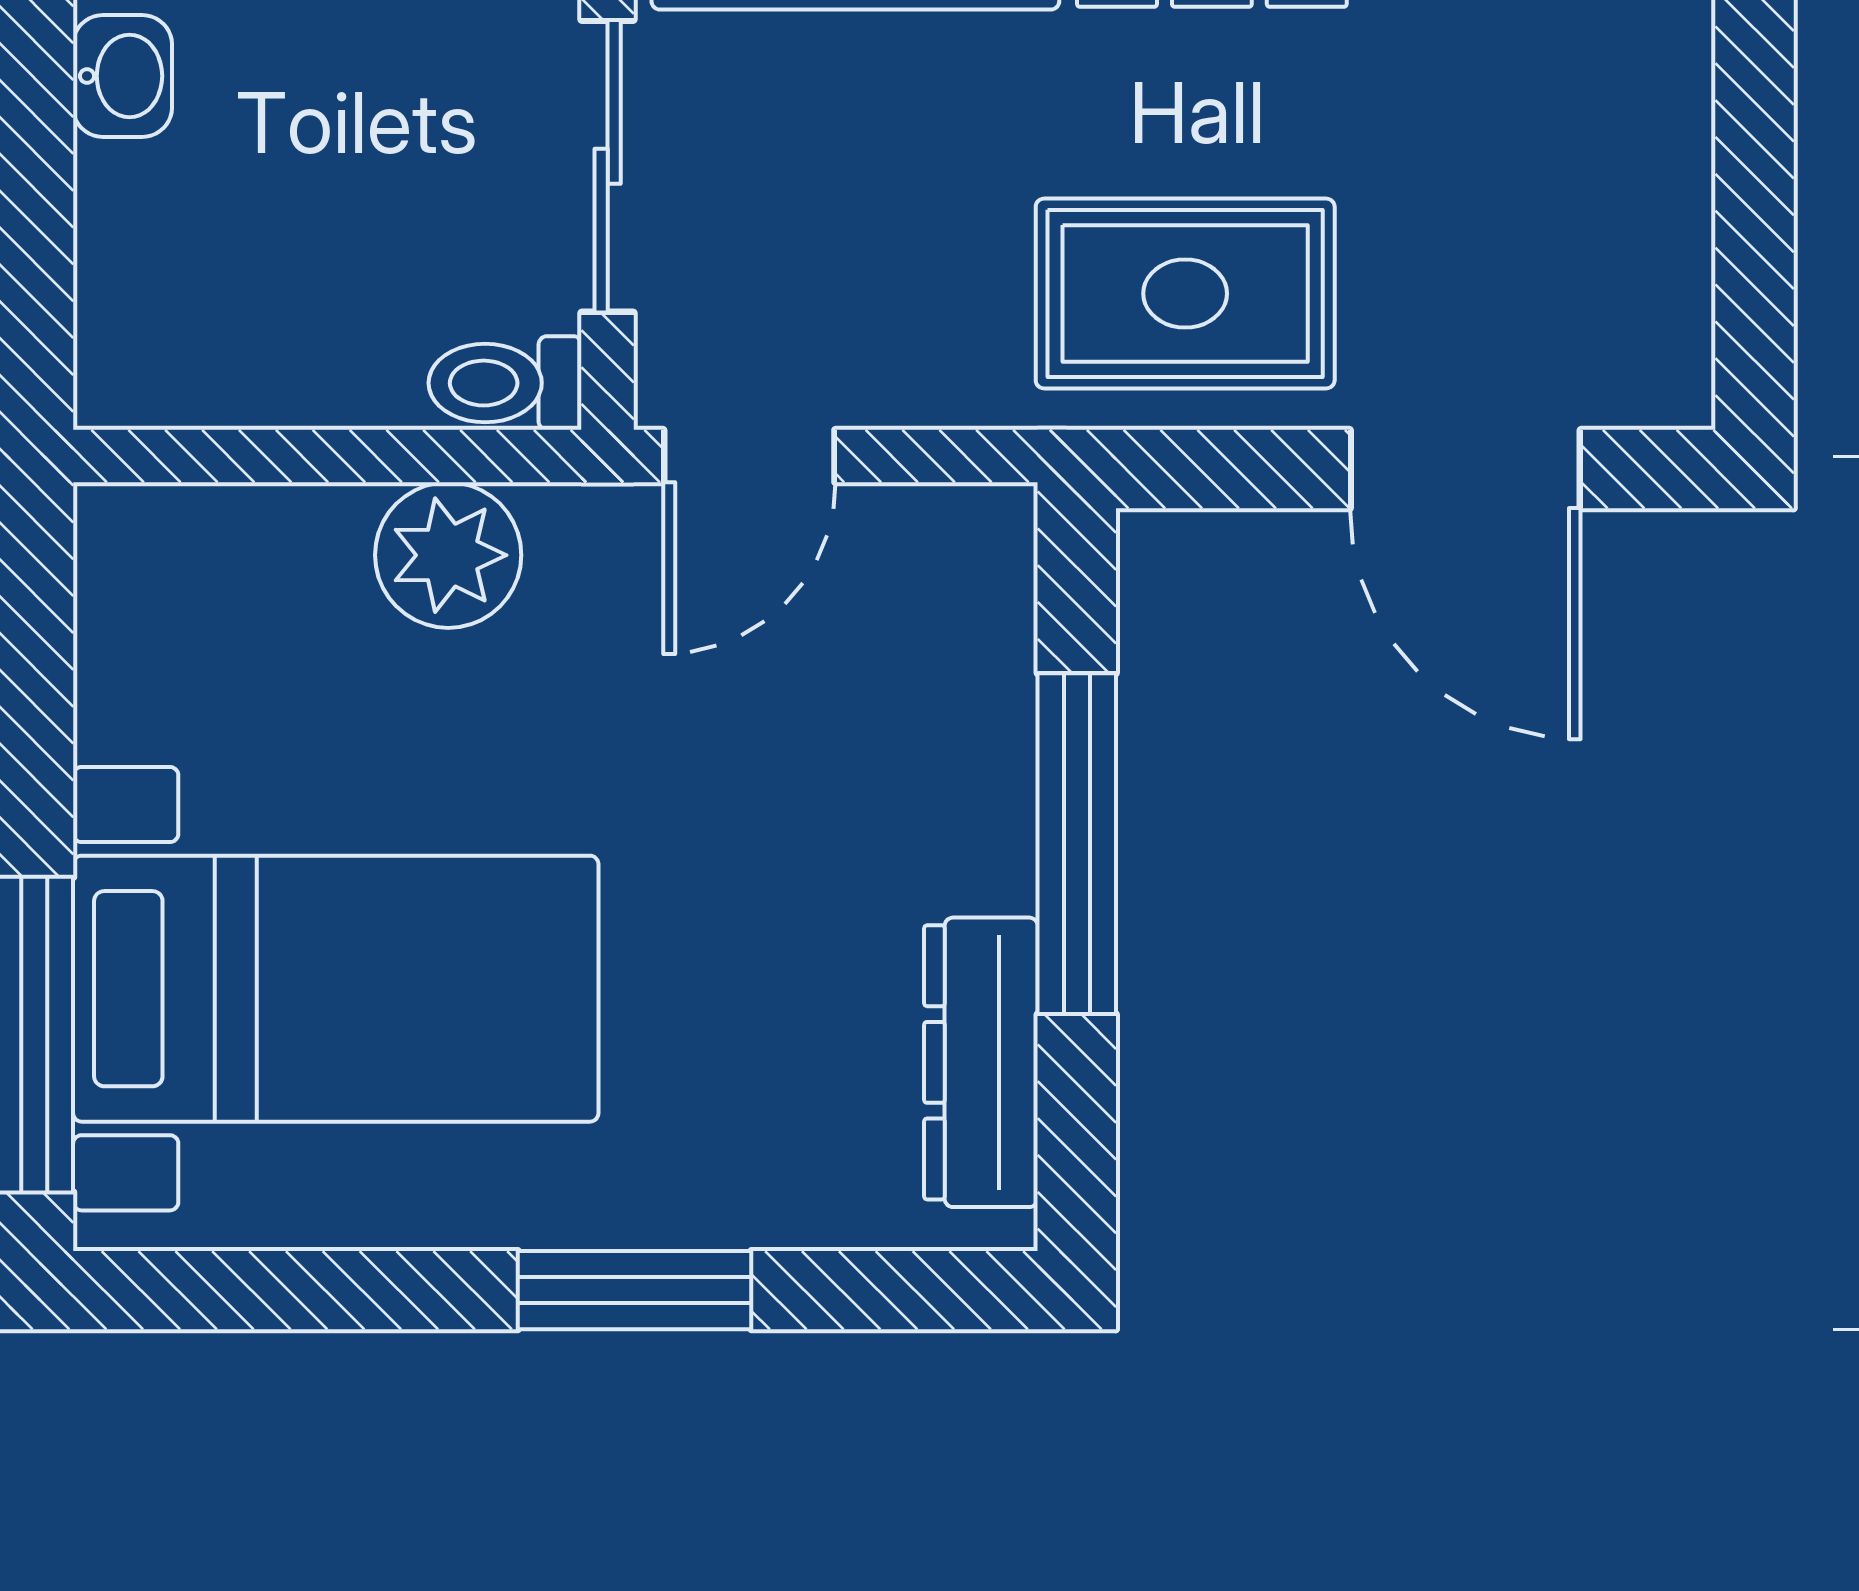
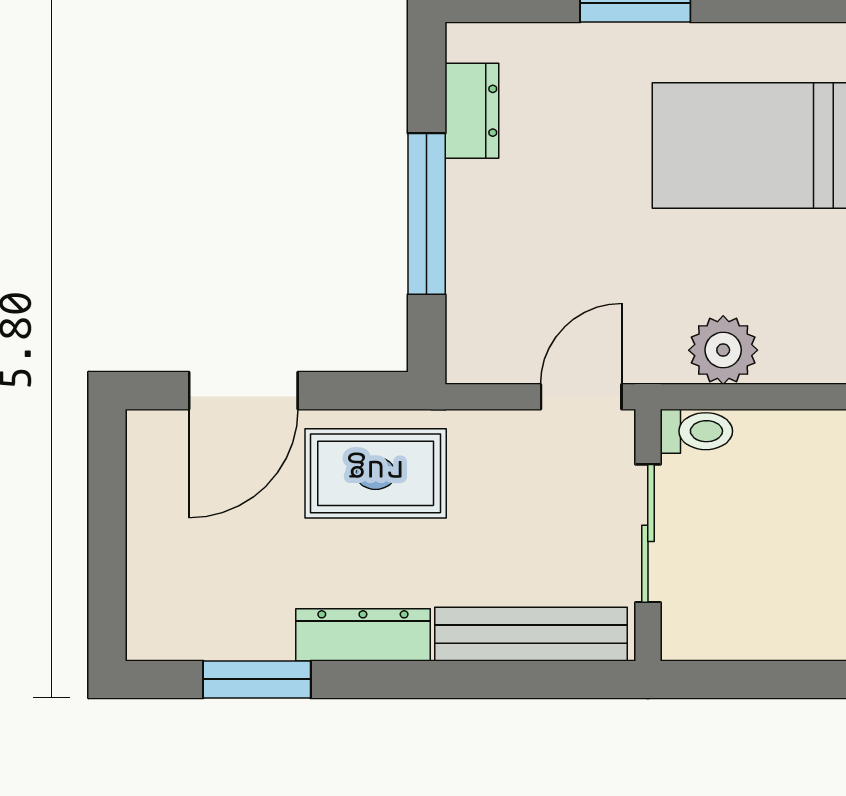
door: (1465, 469) -> (243, 391), swing flipped
dresser: (981, 1062) -> (472, 111), width x0.70

